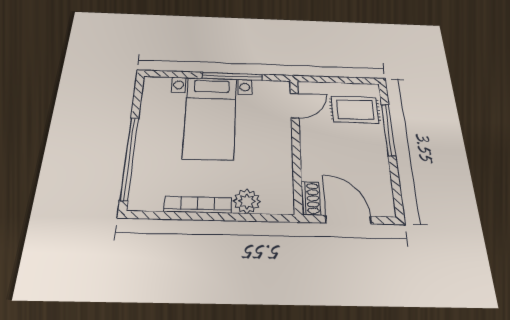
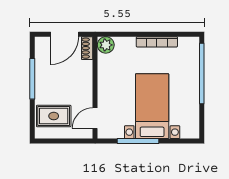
window: (388, 130) -> (32, 79), moved
plant: (247, 201) -> (106, 45), moved
door: (349, 220) -> (65, 34), hinge flipped

